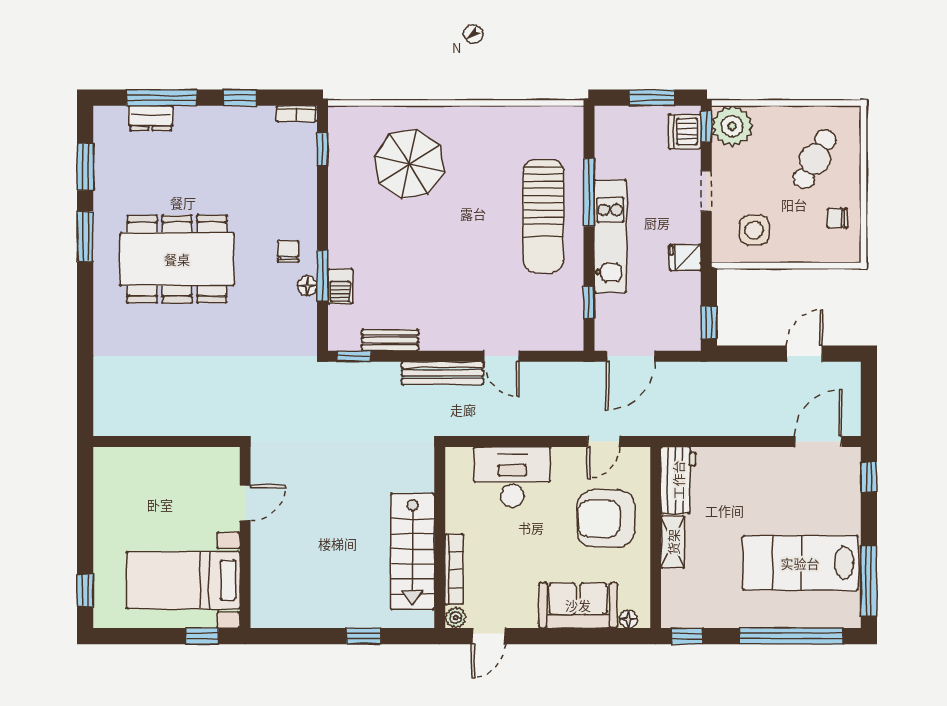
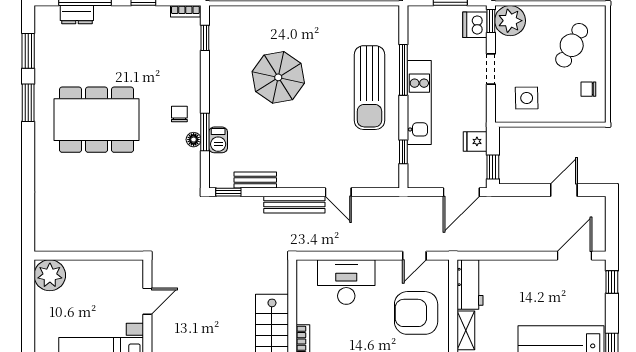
parasol: (409, 164) -> (278, 77), moved
fridge: (685, 257) -> (475, 141), moved
door: (631, 356) -> (461, 192), moved
plant: (114, 468) -> (50, 275), added

